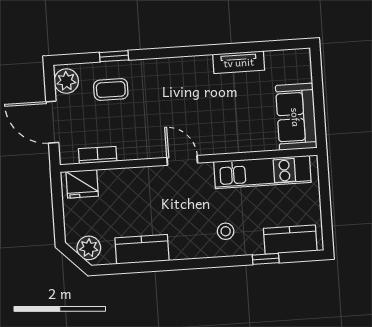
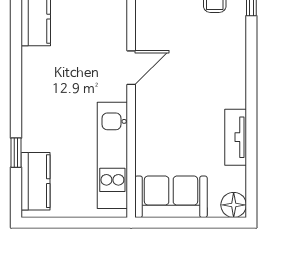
floor lamp: (300, 60) -> (234, 205), added
stool: (226, 231) -> (50, 110), removed

